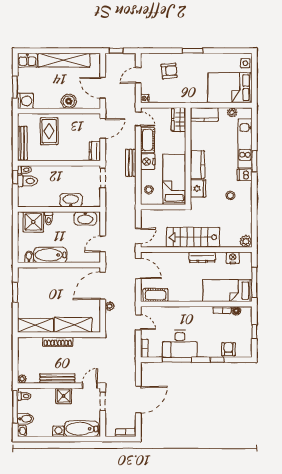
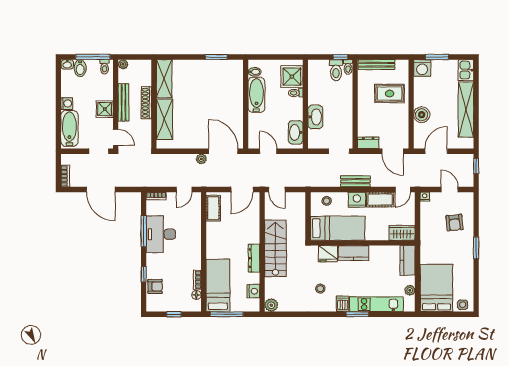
shelving: (35, 325) -> (164, 79), moved
shelving: (73, 325) -> (165, 119), moved
wall: (59, 335) -> (154, 104), moved
shoe rack: (58, 342) -> (146, 103), moved

